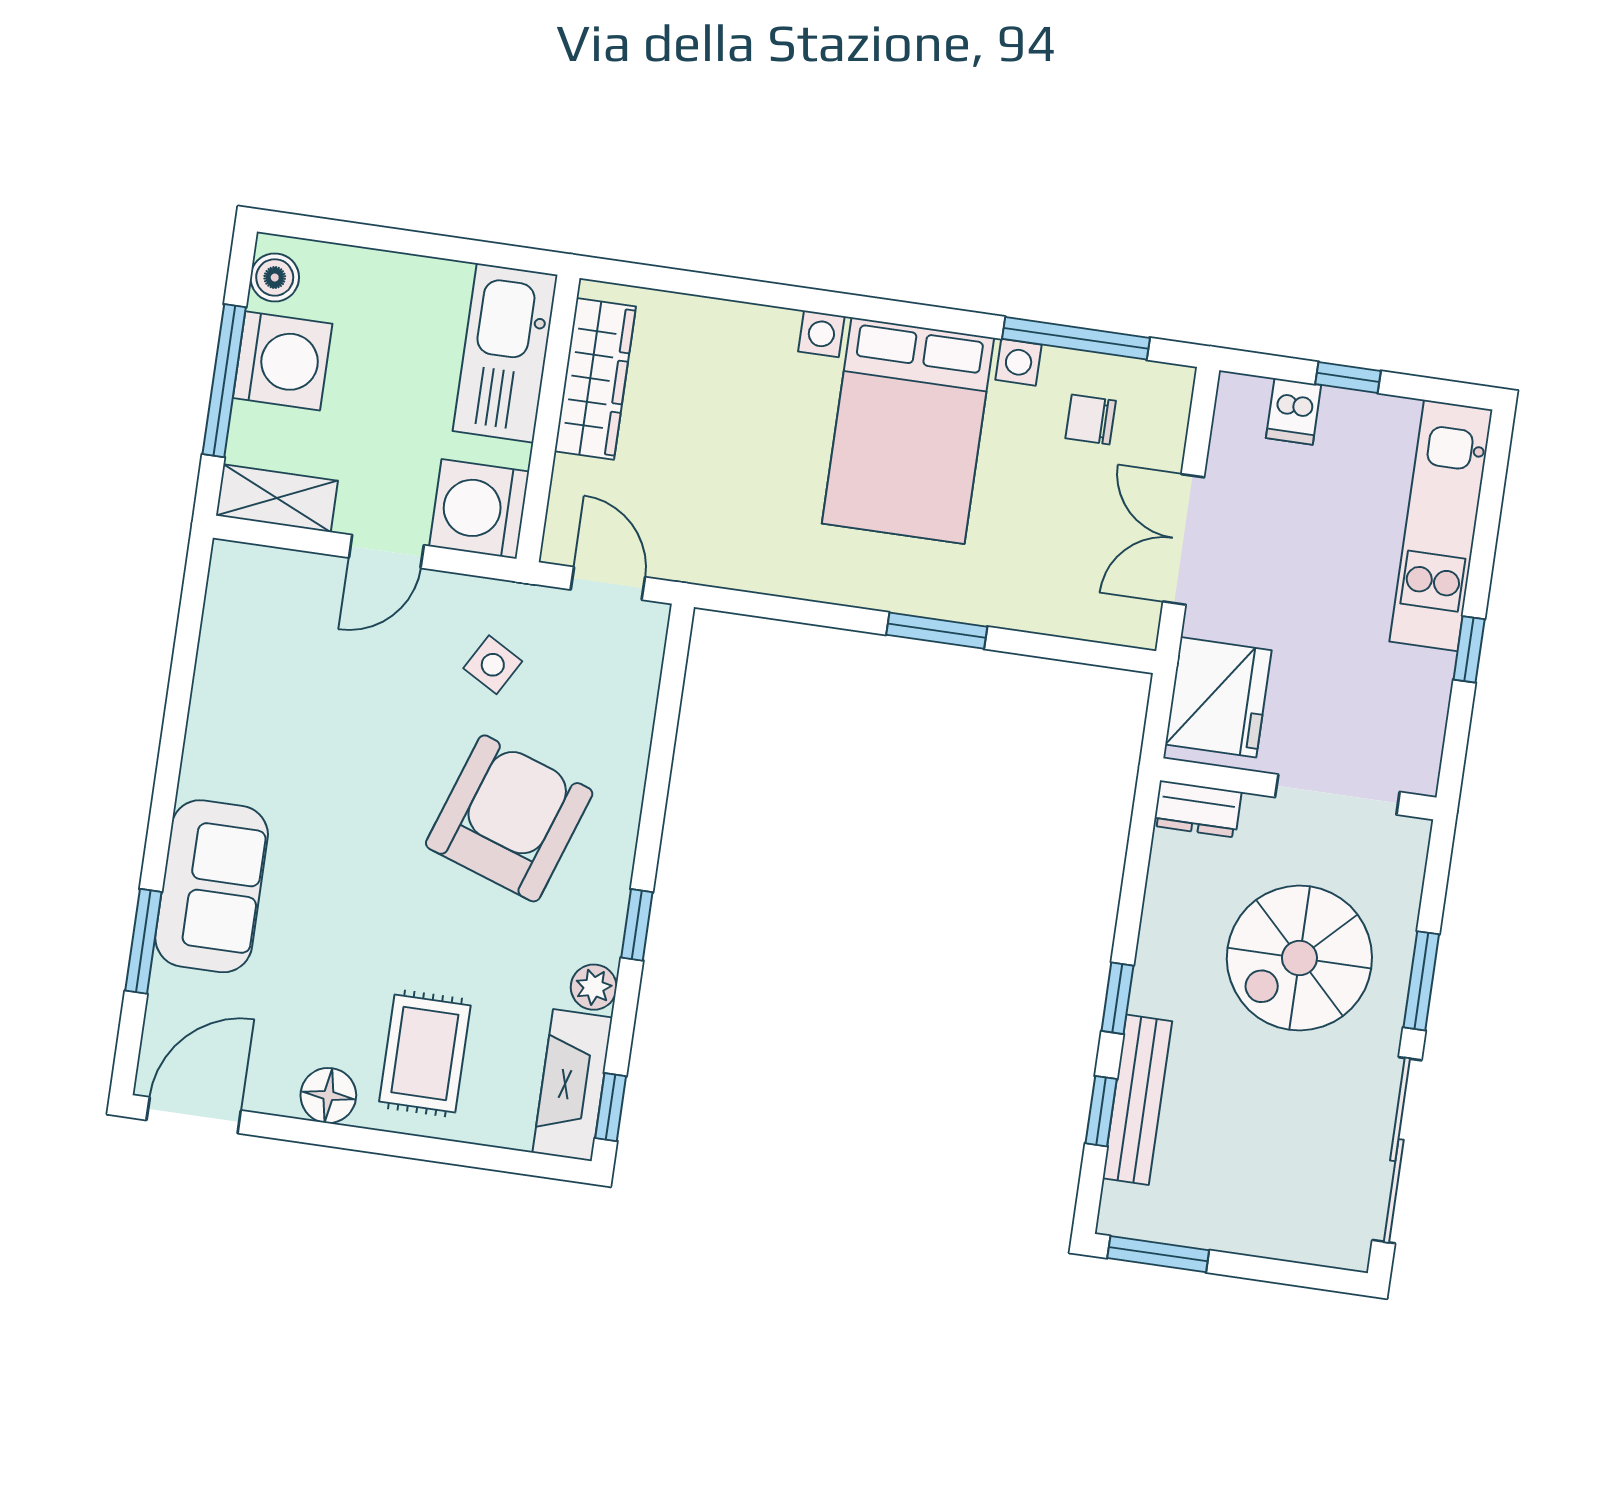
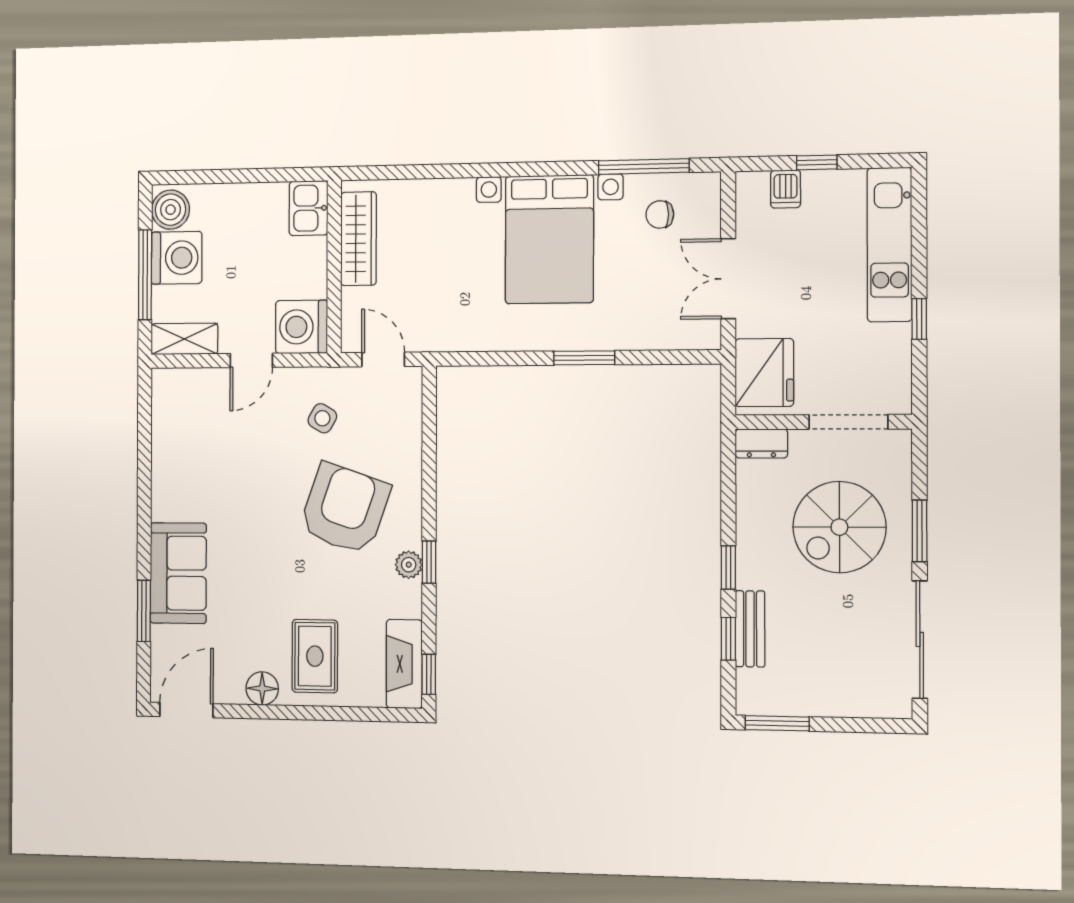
boiler: (275, 277) -> (171, 210), width x1.36, depth x1.36
kitchen sink: (505, 353) -> (309, 208), width x0.53, depth x0.81
plant: (594, 987) -> (409, 565), moved
bench: (1137, 1100) -> (750, 629), width x0.73

